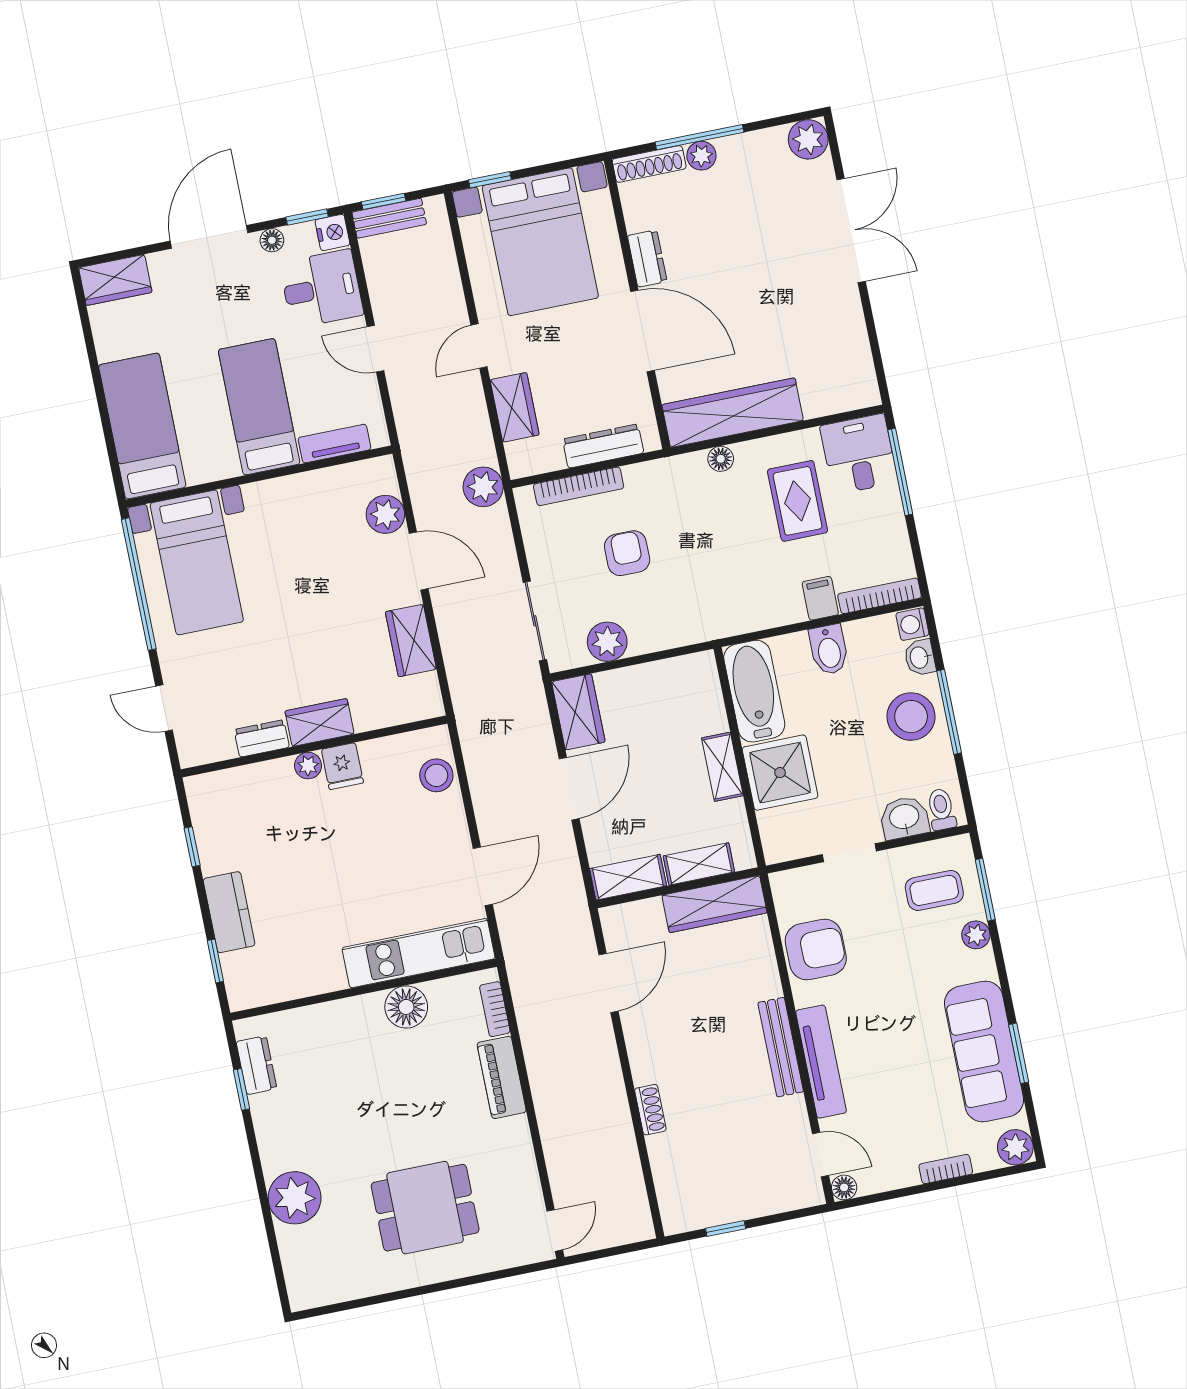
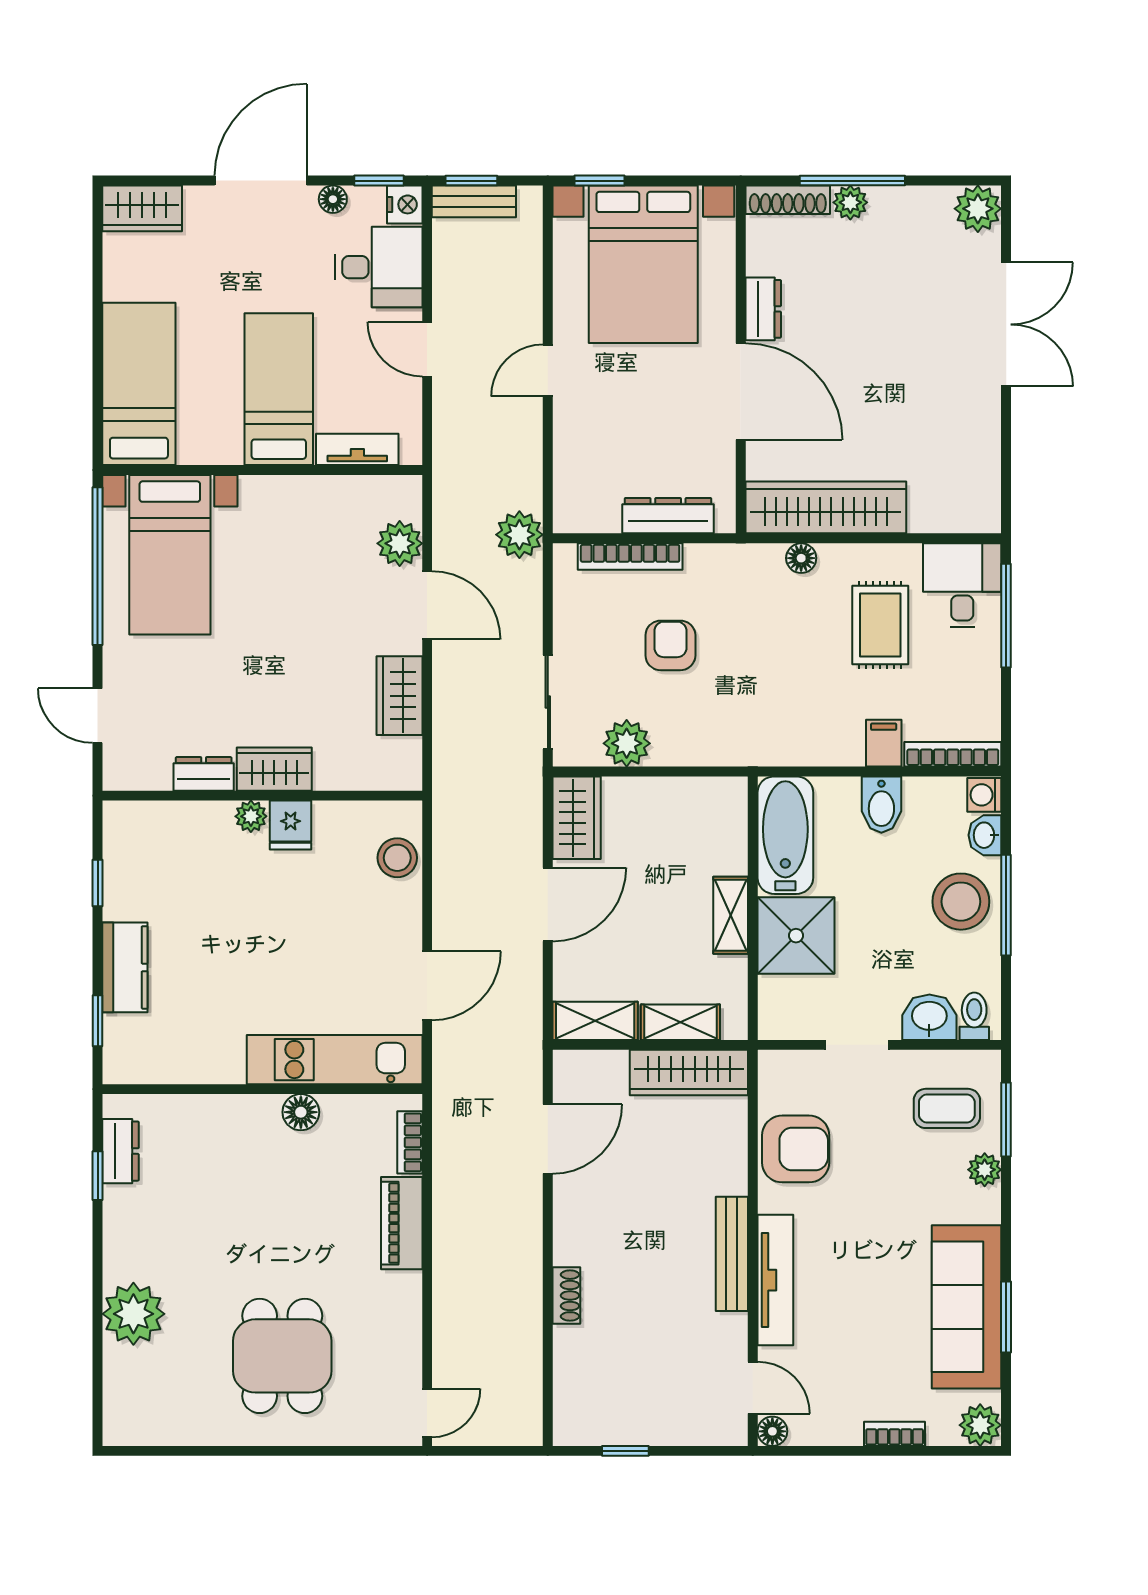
wardrobe: (515, 407) -> (575, 450), removed
floor lamp: (406, 1007) -> (301, 1112), width x0.73, depth x0.73
dining table: (425, 1208) -> (282, 1356), turned 90

